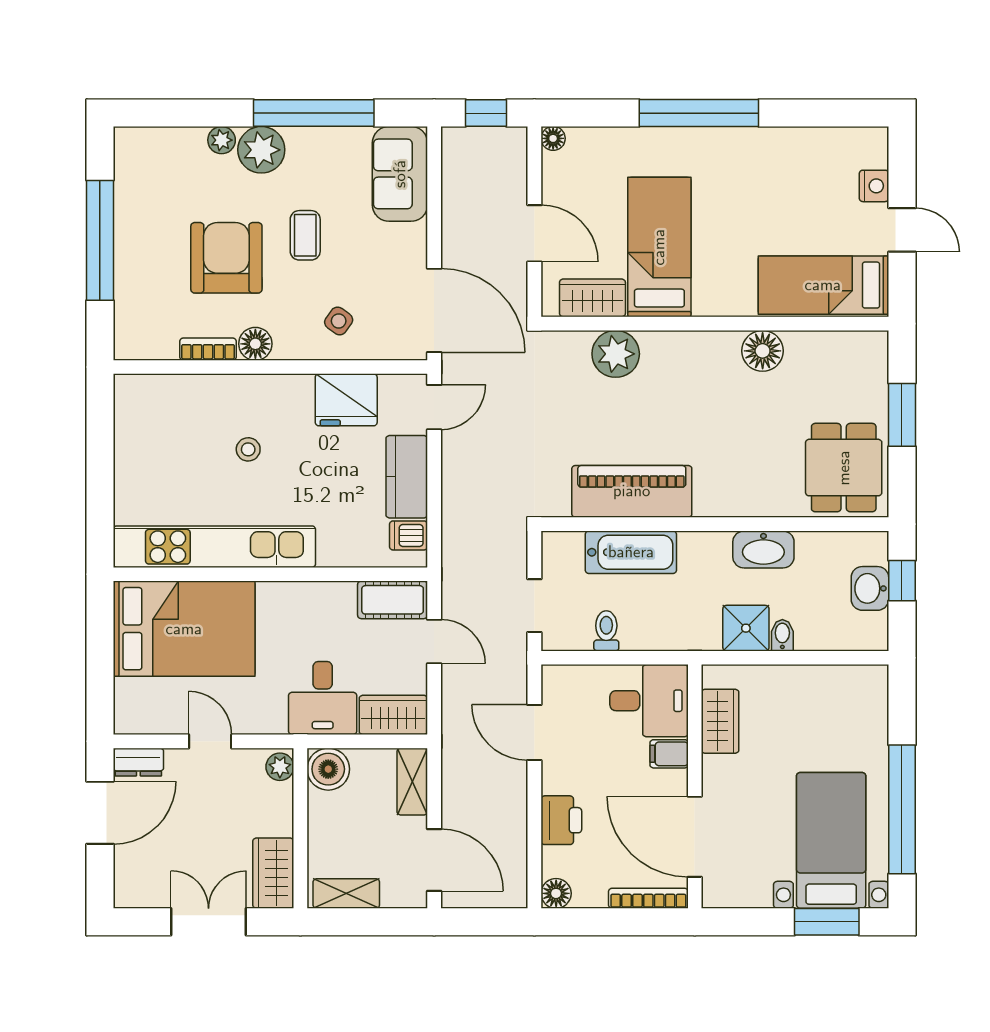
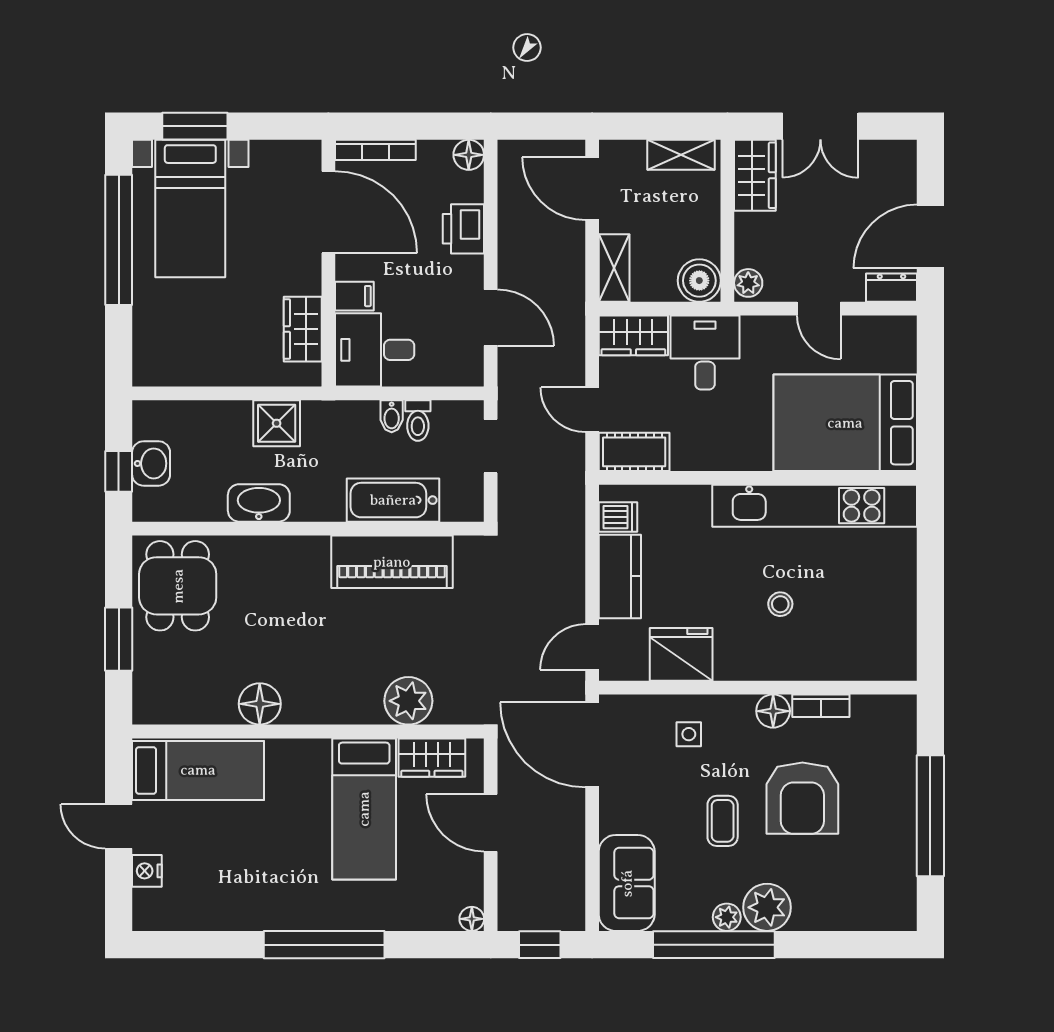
plant: (222, 140) -> (727, 917), moved
side table: (339, 321) -> (689, 734), turned -36
bidet: (782, 635) -> (392, 416), moved

